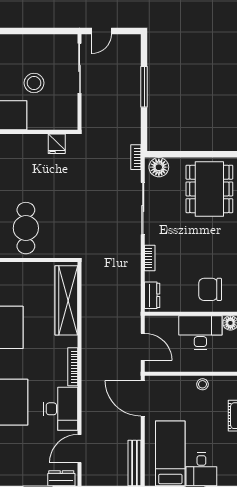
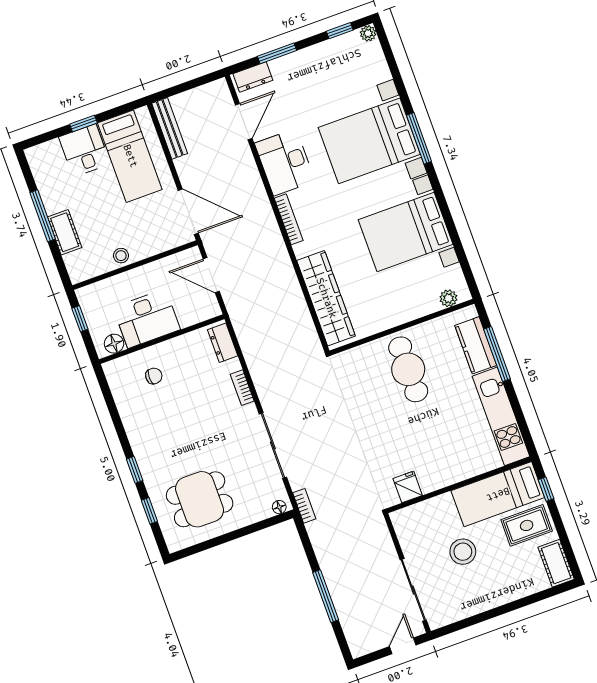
floor lamp: (159, 167) -> (279, 507), width x0.53, depth x0.53
dining table: (209, 189) -> (200, 499), width x0.73
chair: (210, 289) -> (154, 376), width x0.54, depth x0.54

